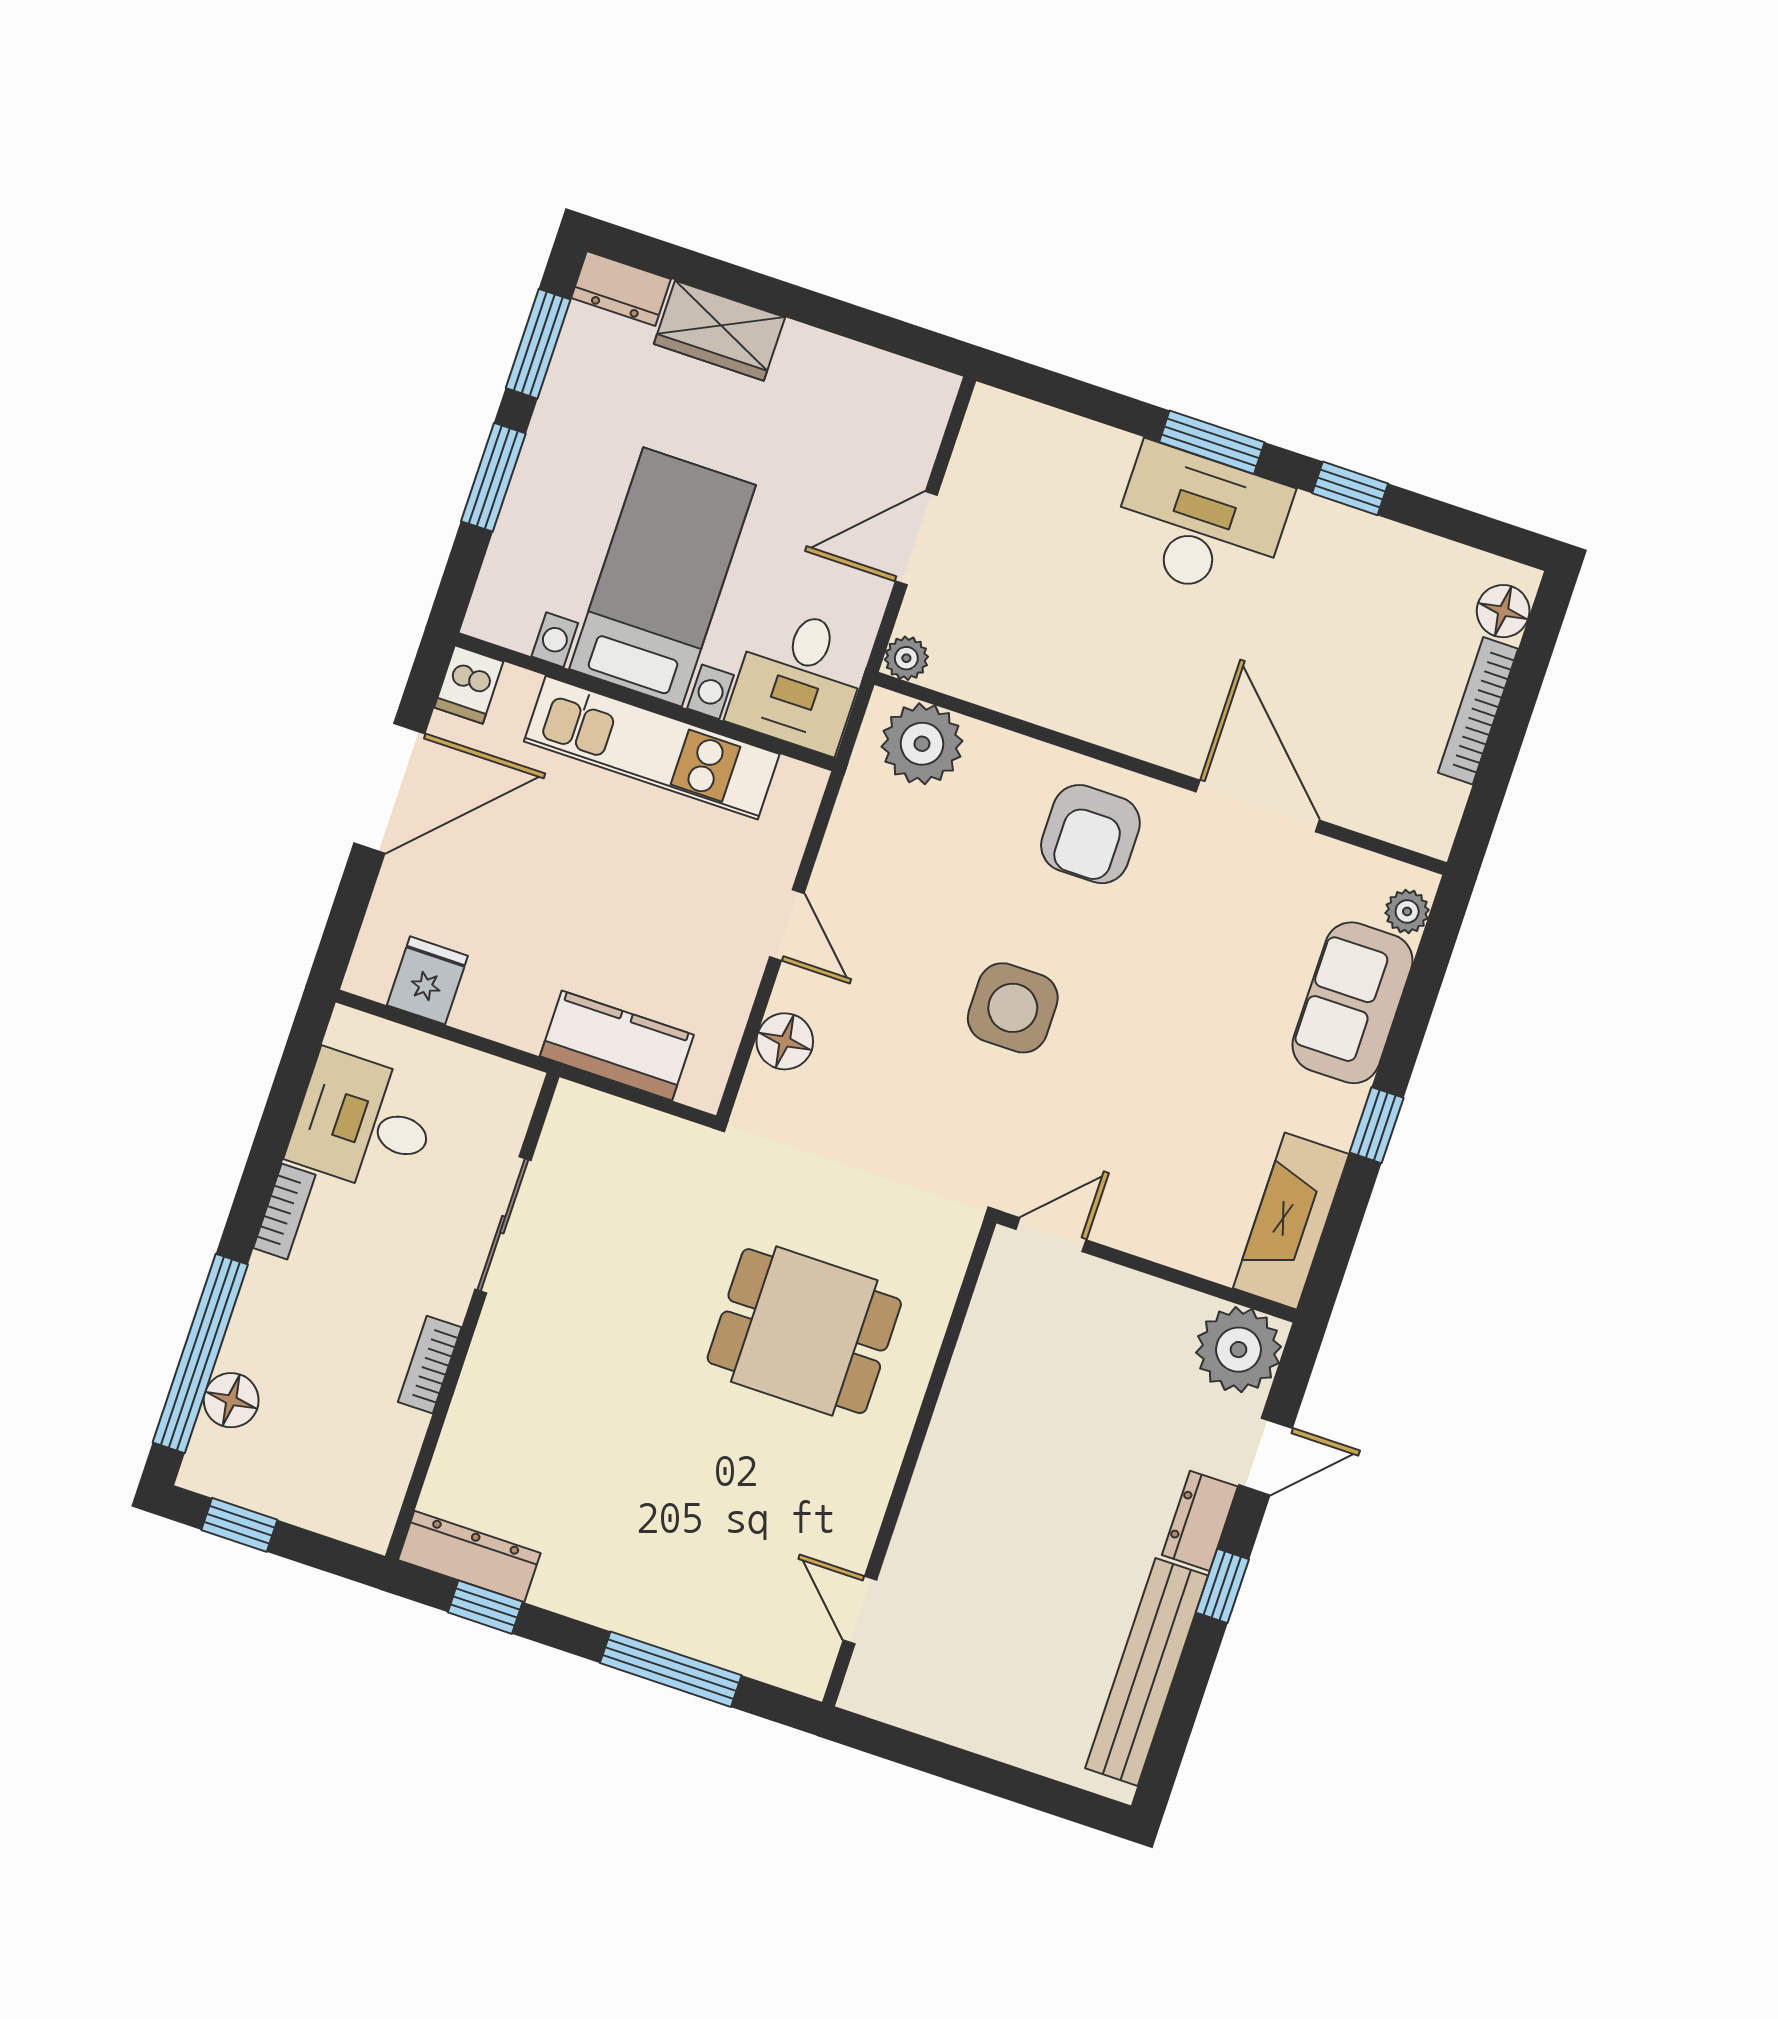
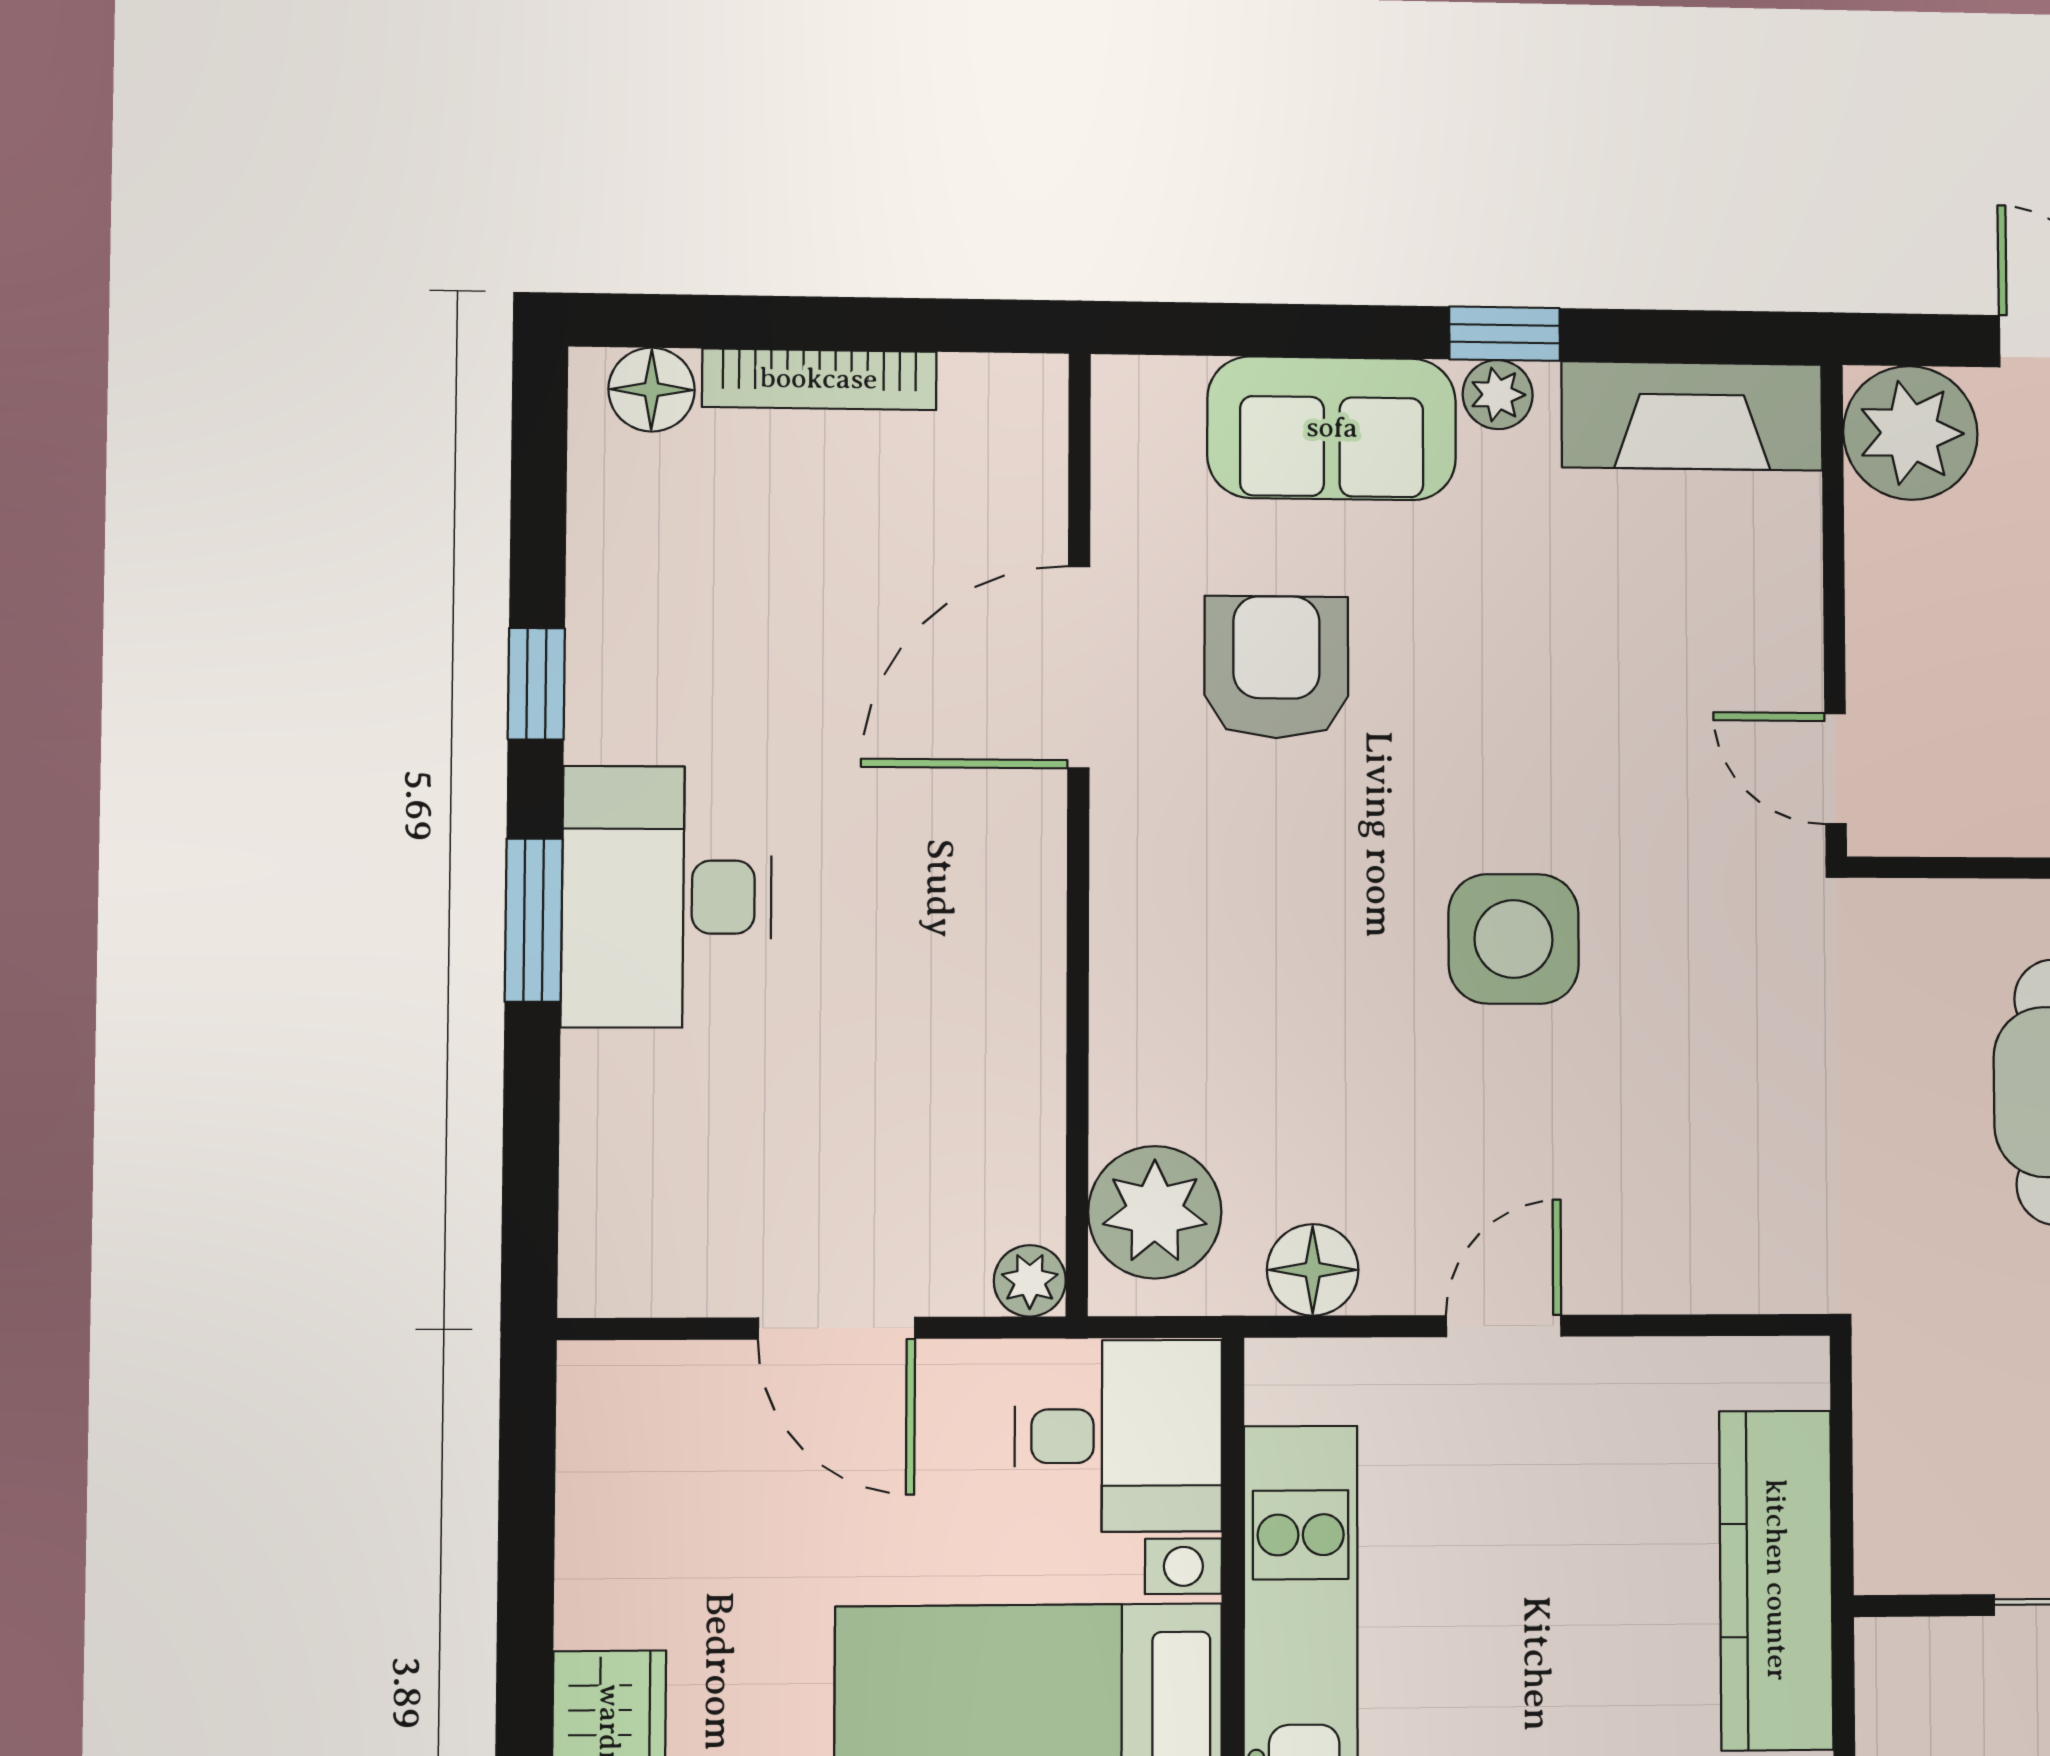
armchair: (1090, 834) -> (1276, 667), moved, turned -90
plant: (1407, 911) -> (1498, 395), moved
floor lamp: (785, 1041) -> (1313, 1270), moved
kitchen counter: (617, 1046) -> (1776, 1580), width x1.50

